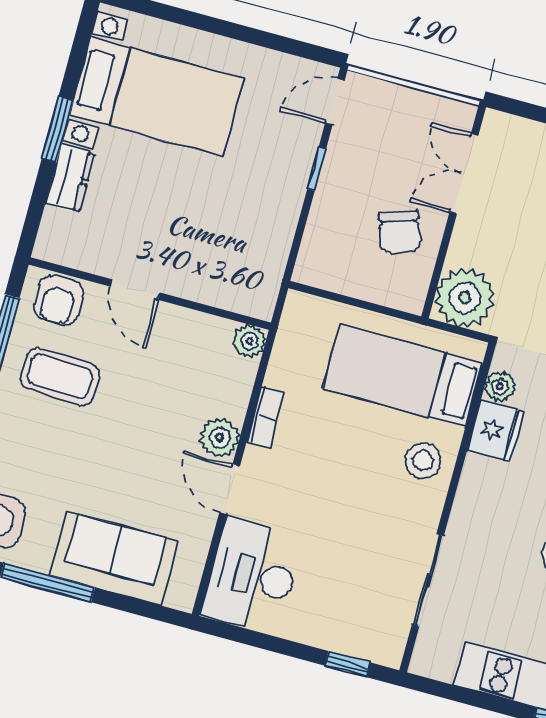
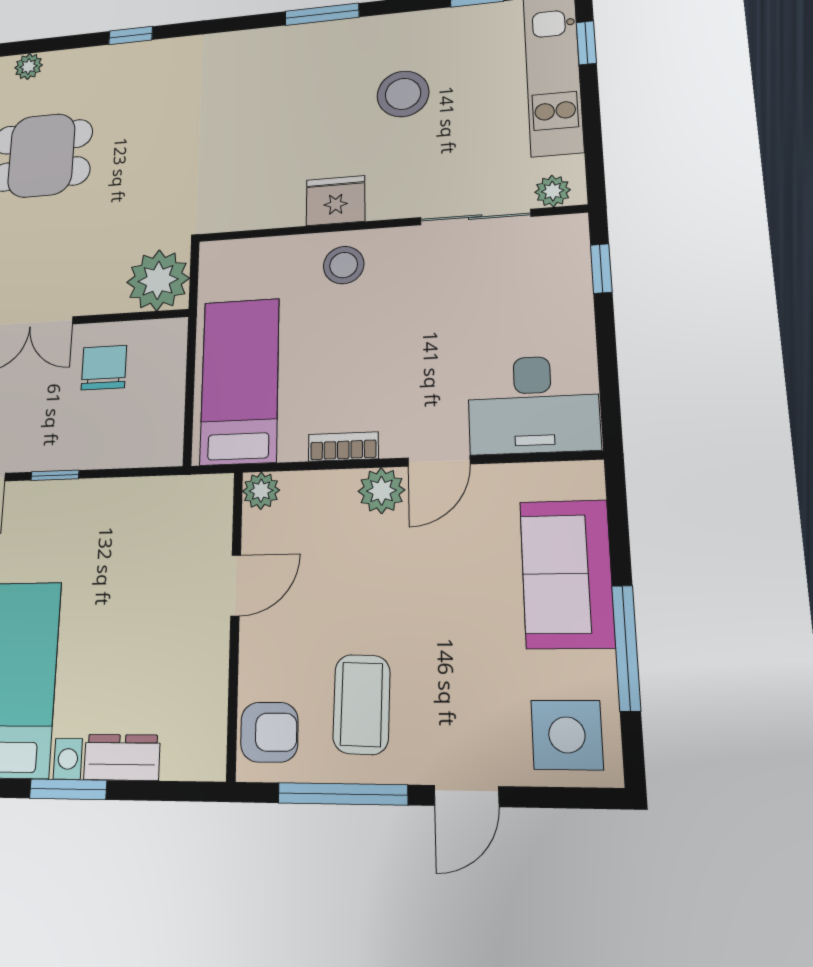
chair: (400, 232) -> (104, 368), turned -71
door: (135, 290) -> (236, 585), moved
bed: (403, 376) -> (240, 381), moved, turned 180
plant: (500, 386) -> (553, 191), moved
fridge: (496, 431) -> (336, 201), moved

